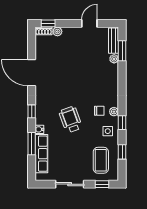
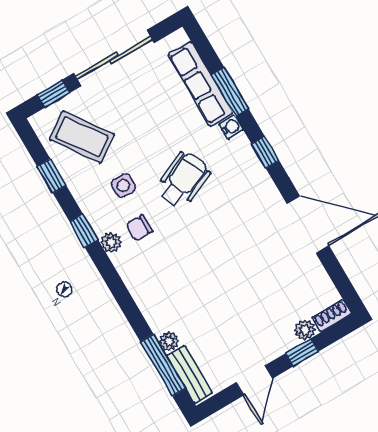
window: (48, 23) -> (302, 352), moved
window: (122, 51) -> (163, 365), width x1.44
wheelchair: (71, 120) -> (183, 180), turned -94
side table: (108, 131) -> (123, 186), moved
coffee table: (101, 160) -> (82, 137), turned -35
sliding door: (70, 184) -> (114, 58), width x1.37

